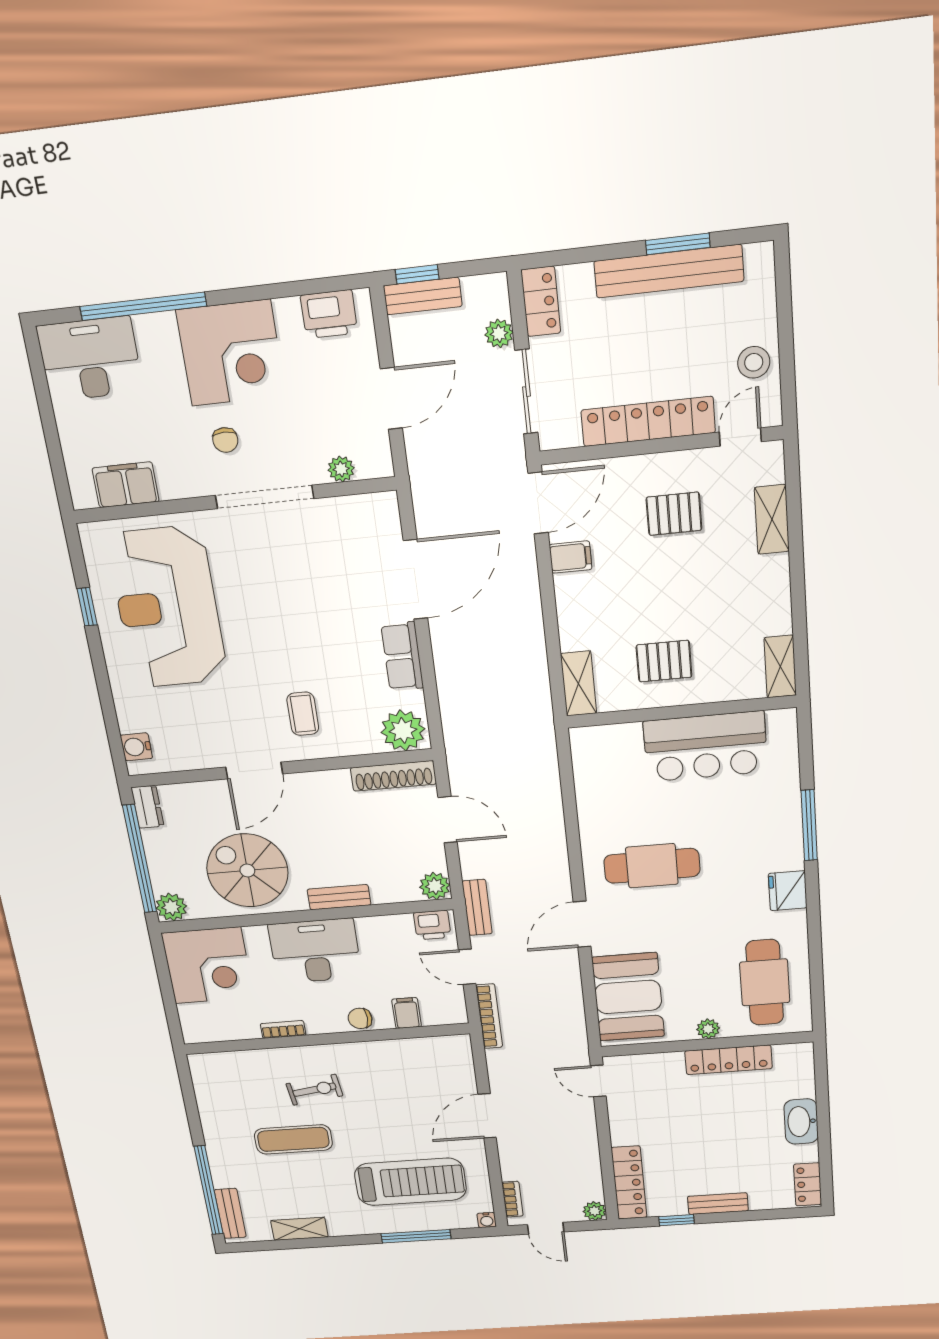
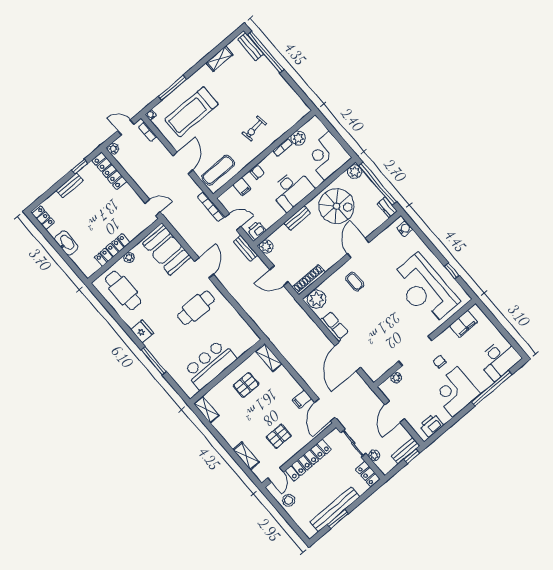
reception desk: (167, 607) -> (424, 289), turned 180
plant: (243, 1026) -> (298, 138), added
exercise mat: (293, 1139) -> (218, 170), moved

